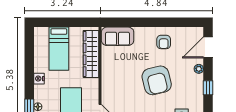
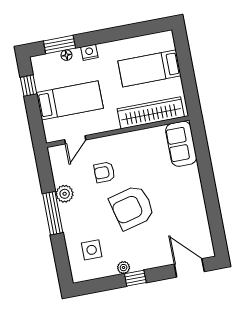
armchair: (164, 42) -> (104, 172), moved
plant: (199, 69) -> (124, 268), moved
nightstand: (39, 79) -> (89, 52), moved

